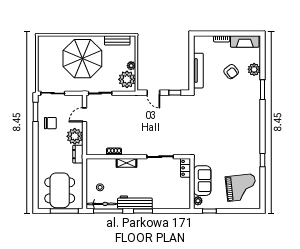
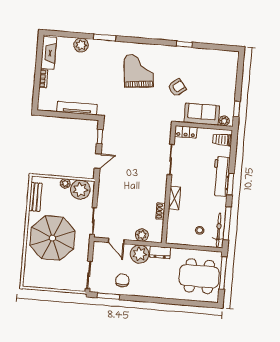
armchair: (231, 72) -> (177, 88), moved
plant: (92, 137) -> (142, 235), added
grand piano: (241, 188) -> (139, 71), moved
trolley: (181, 200) -> (222, 140), added
workbench: (135, 202) -> (221, 176), moved

